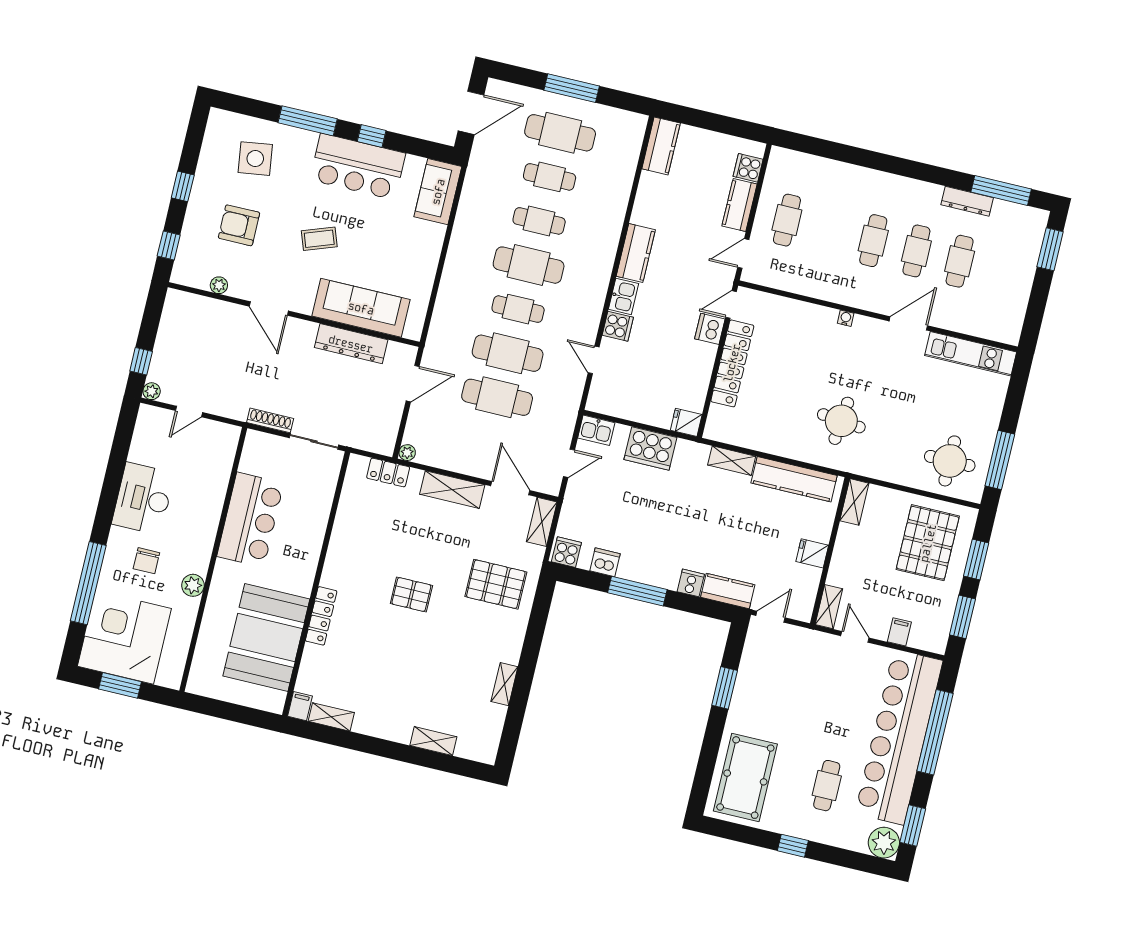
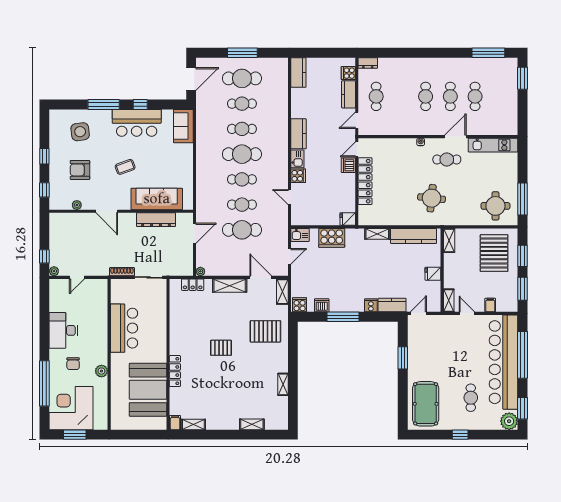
dresser: (967, 201) -> (368, 63), moved, width x0.70
cafe table: (508, 353) -> (242, 205), width x0.73, depth x0.74
cafe table: (884, 360) -> (447, 159), added

